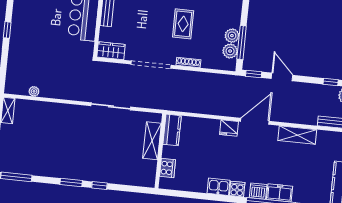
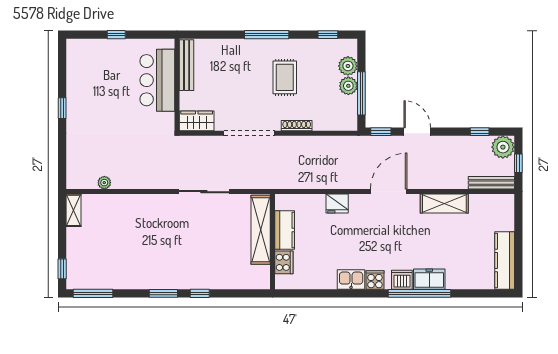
plant: (230, 51) -> (348, 66), moved
fridge: (229, 128) -> (337, 203), moved
kitchen counter: (172, 130) -> (285, 230), moved
shelving: (152, 141) -> (261, 230), width x1.47

